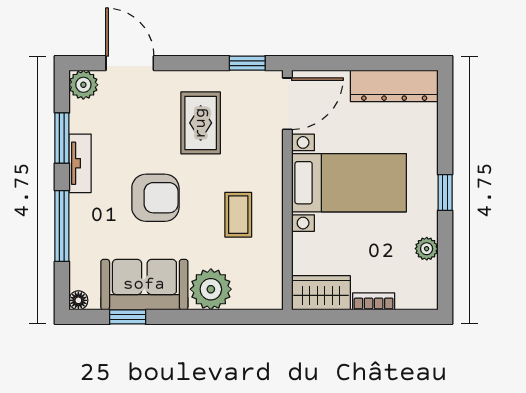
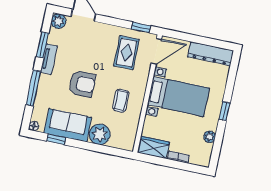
rug: (201, 123) -> (127, 53), moved

